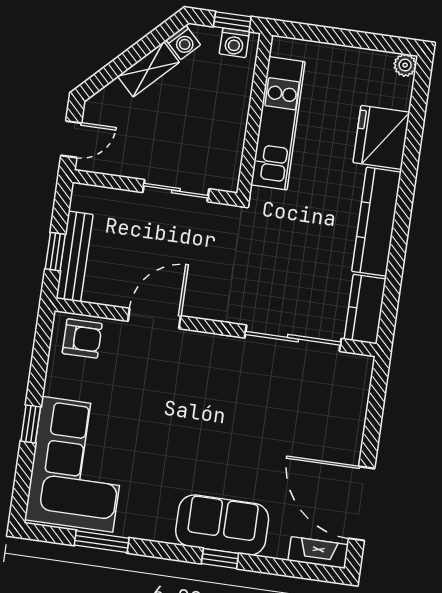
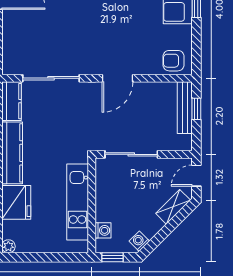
washing machine: (234, 43) -> (103, 230), moved, turned 90
shelving: (148, 69) -> (173, 207), moved
sliding door: (176, 191) -> (131, 154), width x1.37
door: (154, 318) -> (117, 78), moved

